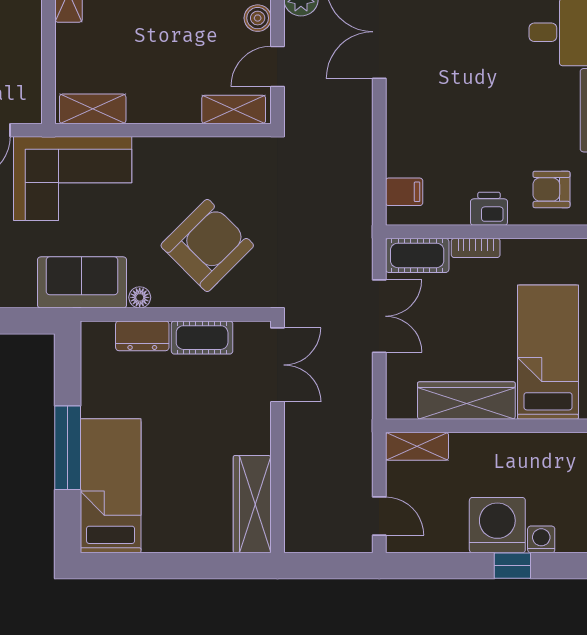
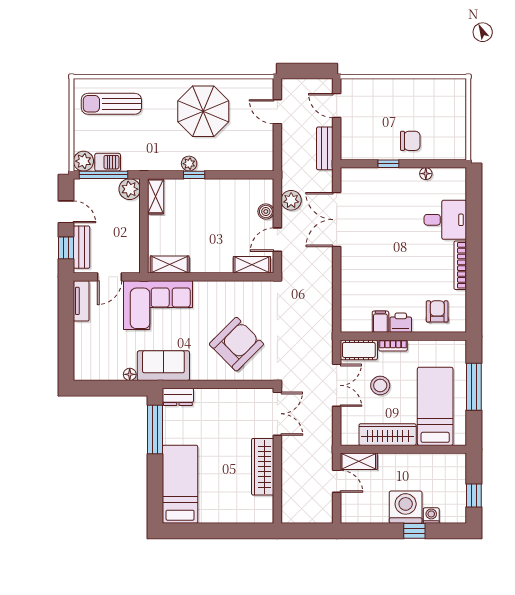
armchair: (551, 189) -> (437, 311), turned 90
filing cabinet: (404, 192) -> (380, 322), moved, turned -90
floor lamp: (140, 297) -> (130, 374), moved
stool: (454, 316) -> (380, 385), added
dresser: (142, 336) -> (178, 397), moved
cot: (202, 338) -> (233, 398), removed
window: (68, 448) -> (155, 429), moved
wardrobe: (252, 504) -> (263, 467), moved
door: (379, 516) -> (337, 481), moved

